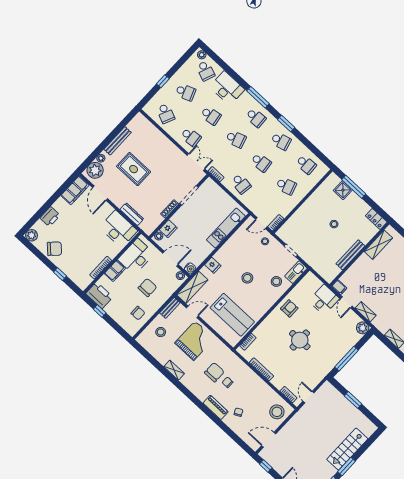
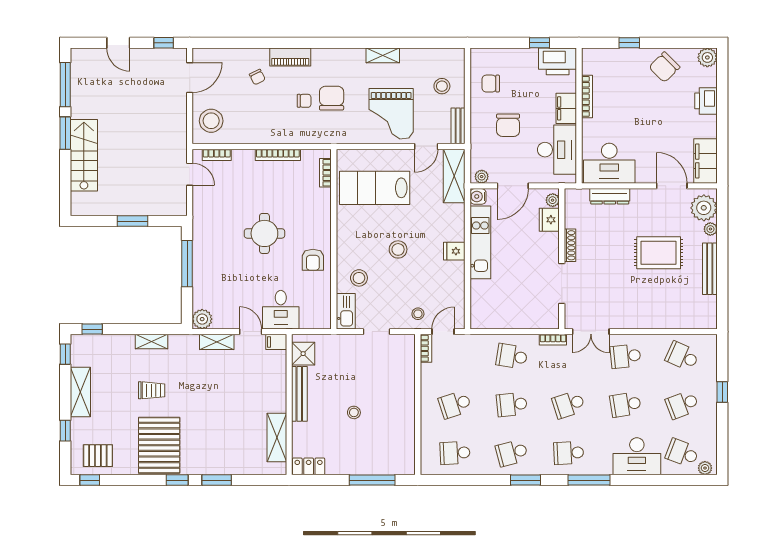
shower: (343, 190) -> (303, 354), moved
kitchen unit: (226, 228) -> (480, 242), moved
fridge: (213, 265) -> (454, 251), moved
chair: (214, 372) -> (332, 98), turned 180

